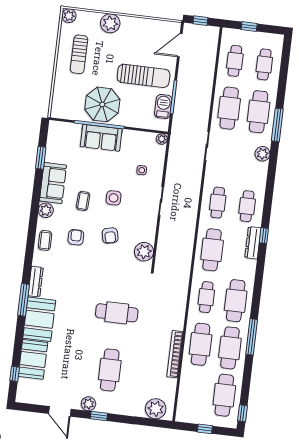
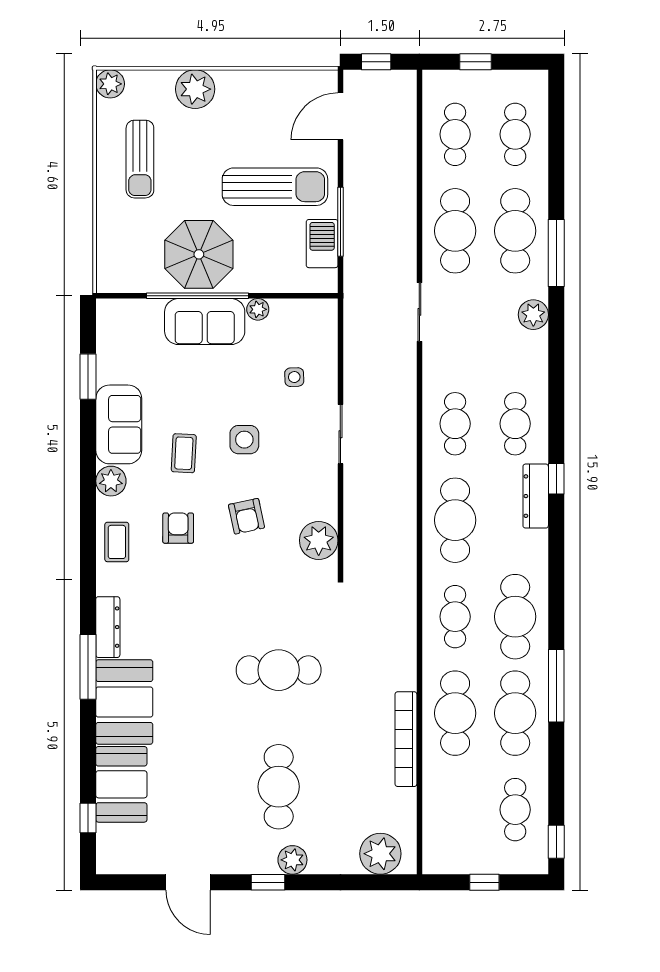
plant: (162, 139) -> (258, 309), moved
cafe table: (224, 395) -> (515, 810), width x0.73, depth x0.74
plant: (88, 404) -> (292, 860), moved

